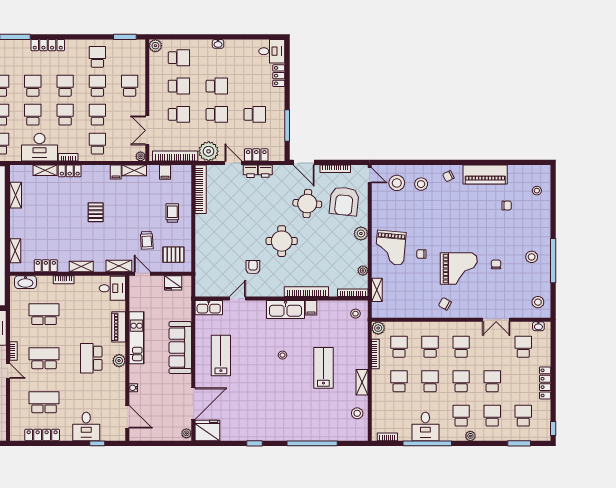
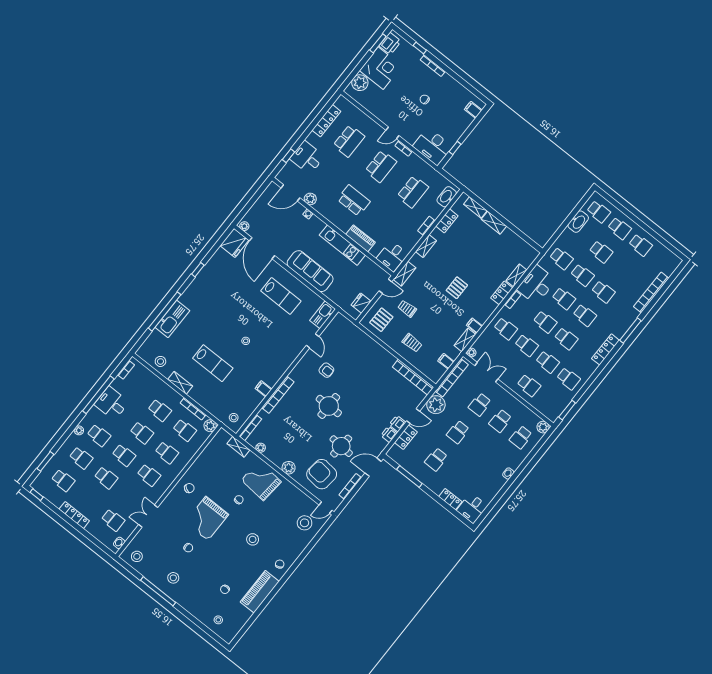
school desk: (217, 86) -> (478, 448), removed
stool: (421, 184) -> (253, 539), moved
shelving: (16, 195) -> (494, 223), moved
pallet: (96, 212) -> (457, 288), turned 90
kitchen sink: (286, 309) -> (172, 319), moved, turned 180
plant: (119, 361) -> (310, 199), moved

